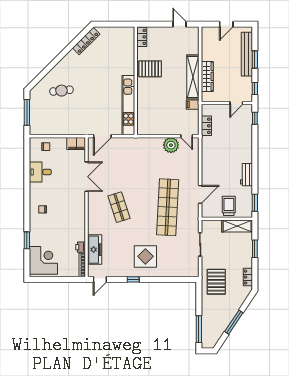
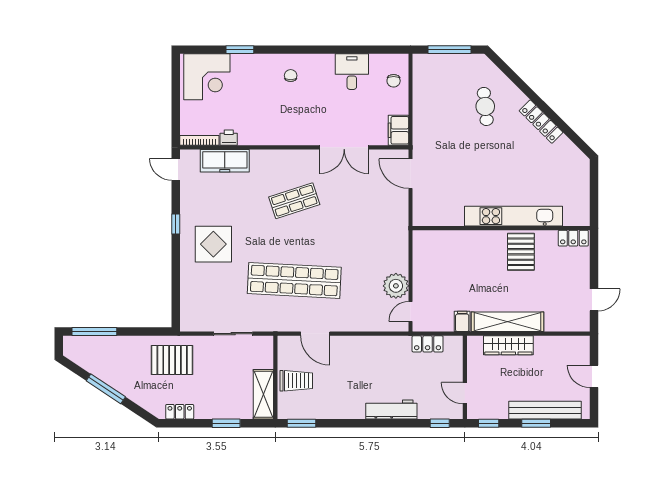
locker: (86, 41) -> (541, 122), moved
kitchen unit: (128, 105) -> (513, 216), moved
workbench: (246, 175) -> (391, 410), moved, width x1.38

